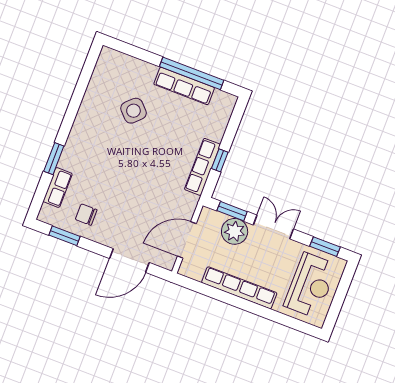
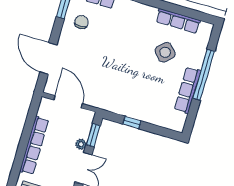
window: (192, 73) -> (204, 75), moved
row of seats: (202, 167) -> (178, 21), moved, turned 180
plant: (235, 231) -> (81, 144), width x0.53, depth x0.53

